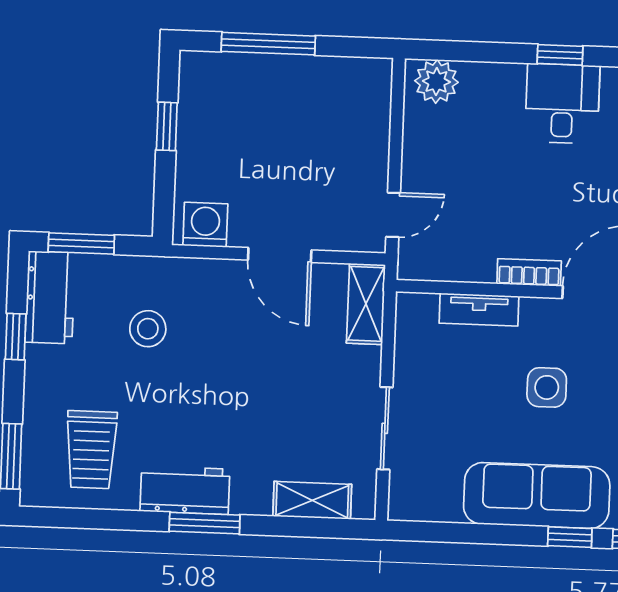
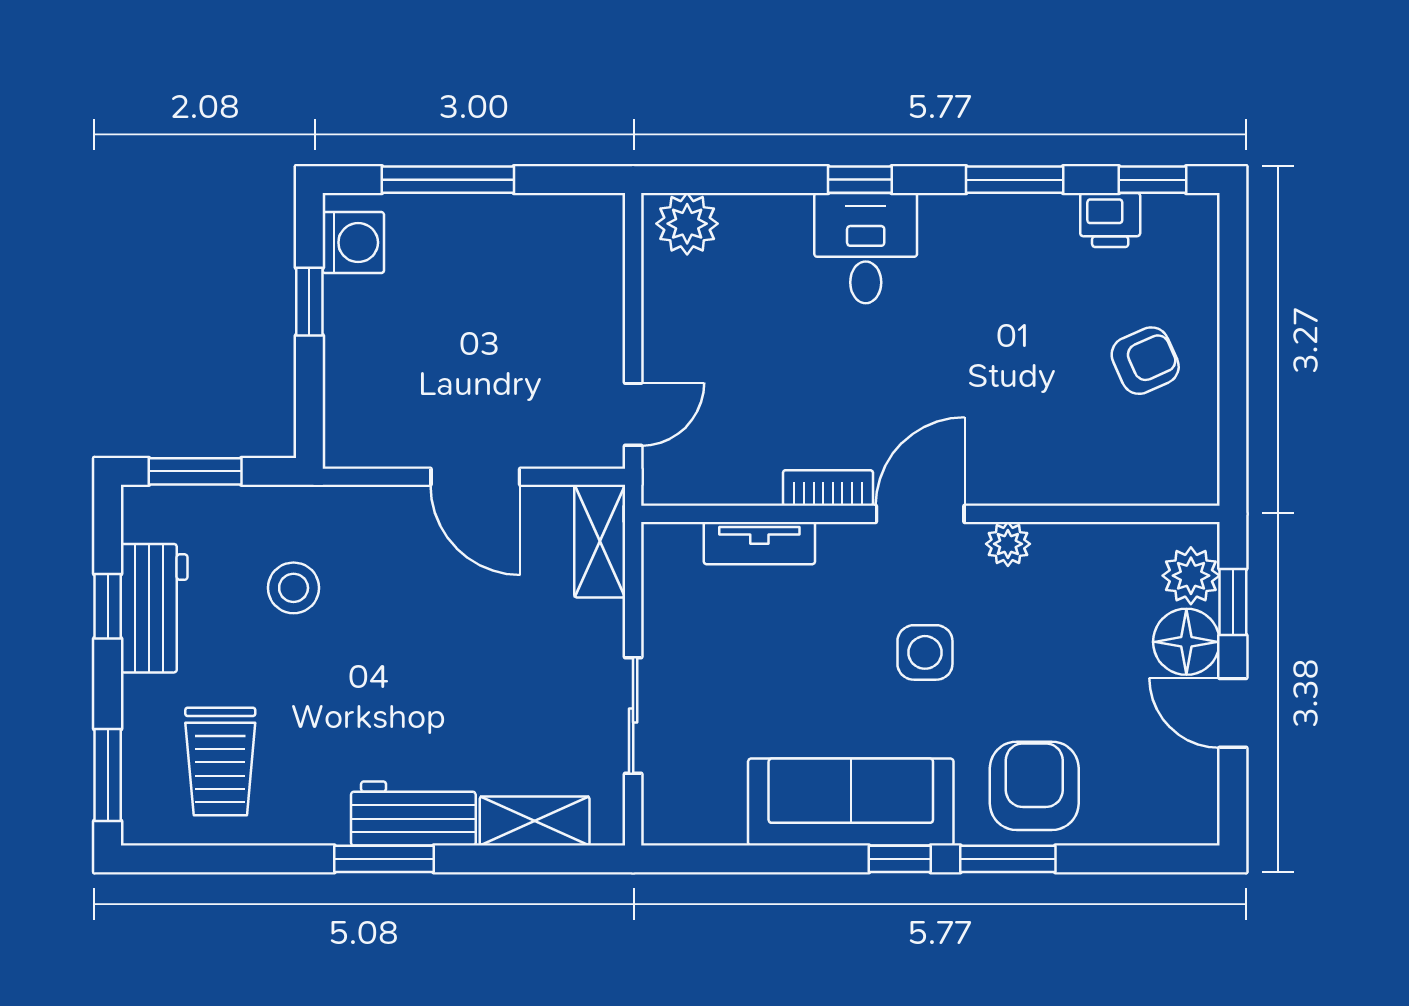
washing machine: (205, 225) -> (353, 243), moved, turned 90
workbench: (50, 297) -> (154, 608), moved
side table: (547, 387) -> (925, 652), moved
workbench: (185, 490) -> (413, 813), moved

